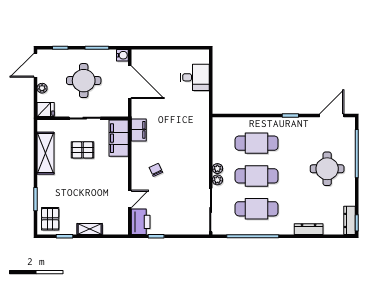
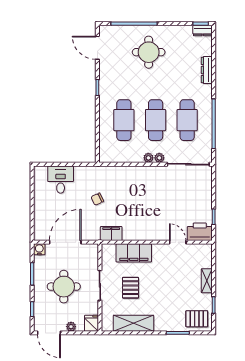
filing cabinet: (119, 138) -> (134, 253), moved
chair: (156, 170) -> (97, 199), moved
dresser: (349, 220) -> (203, 31), width x0.70

